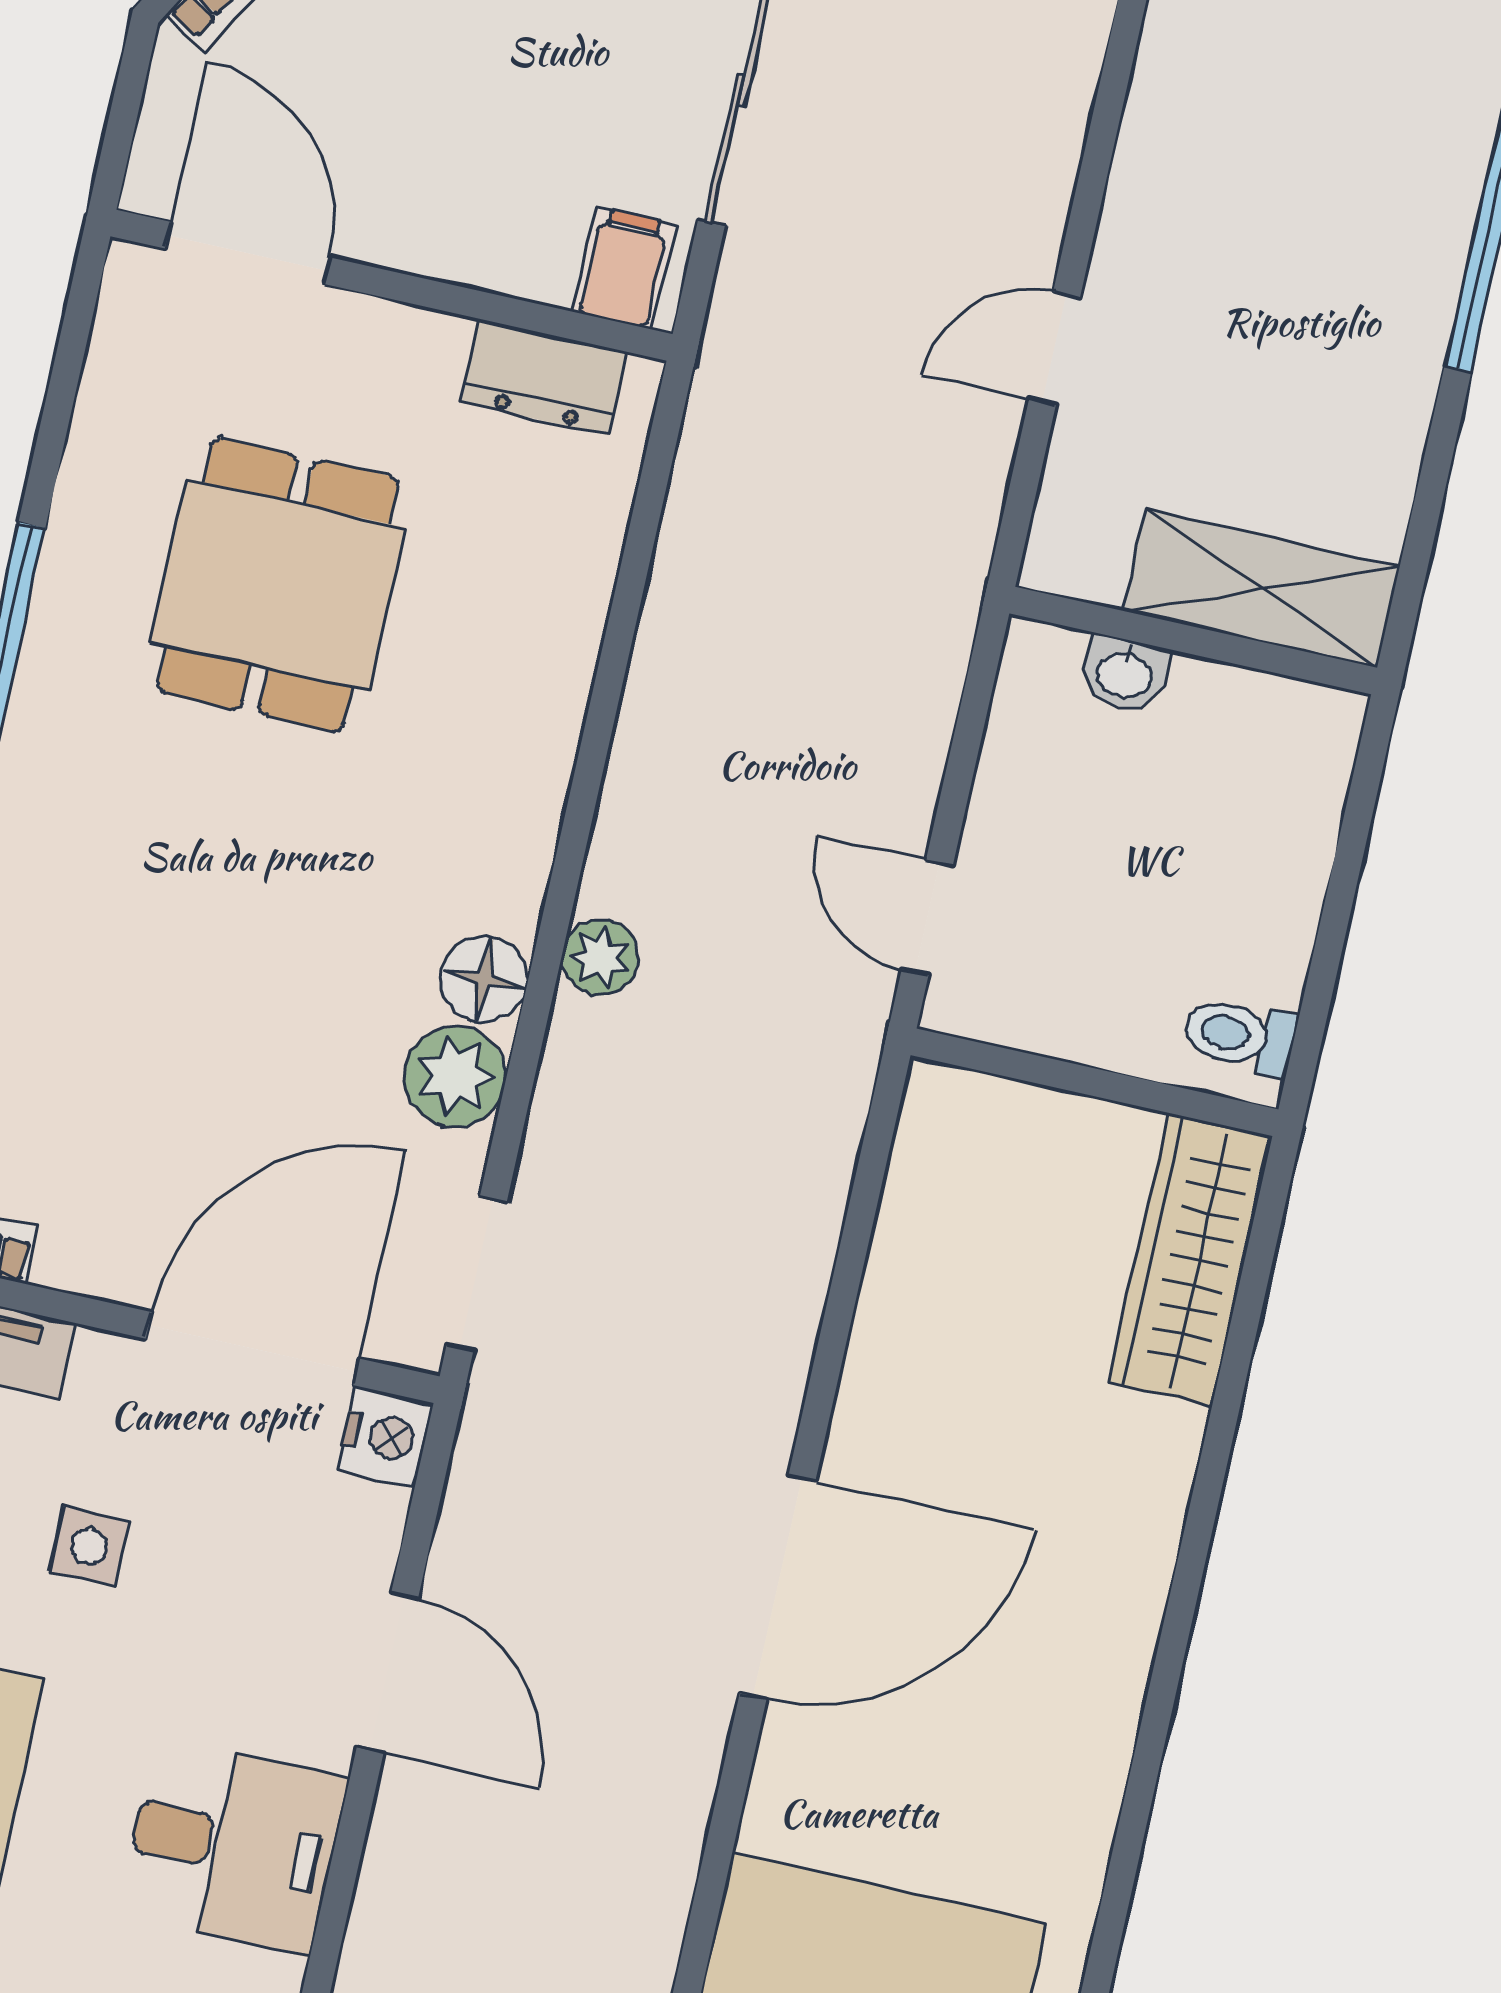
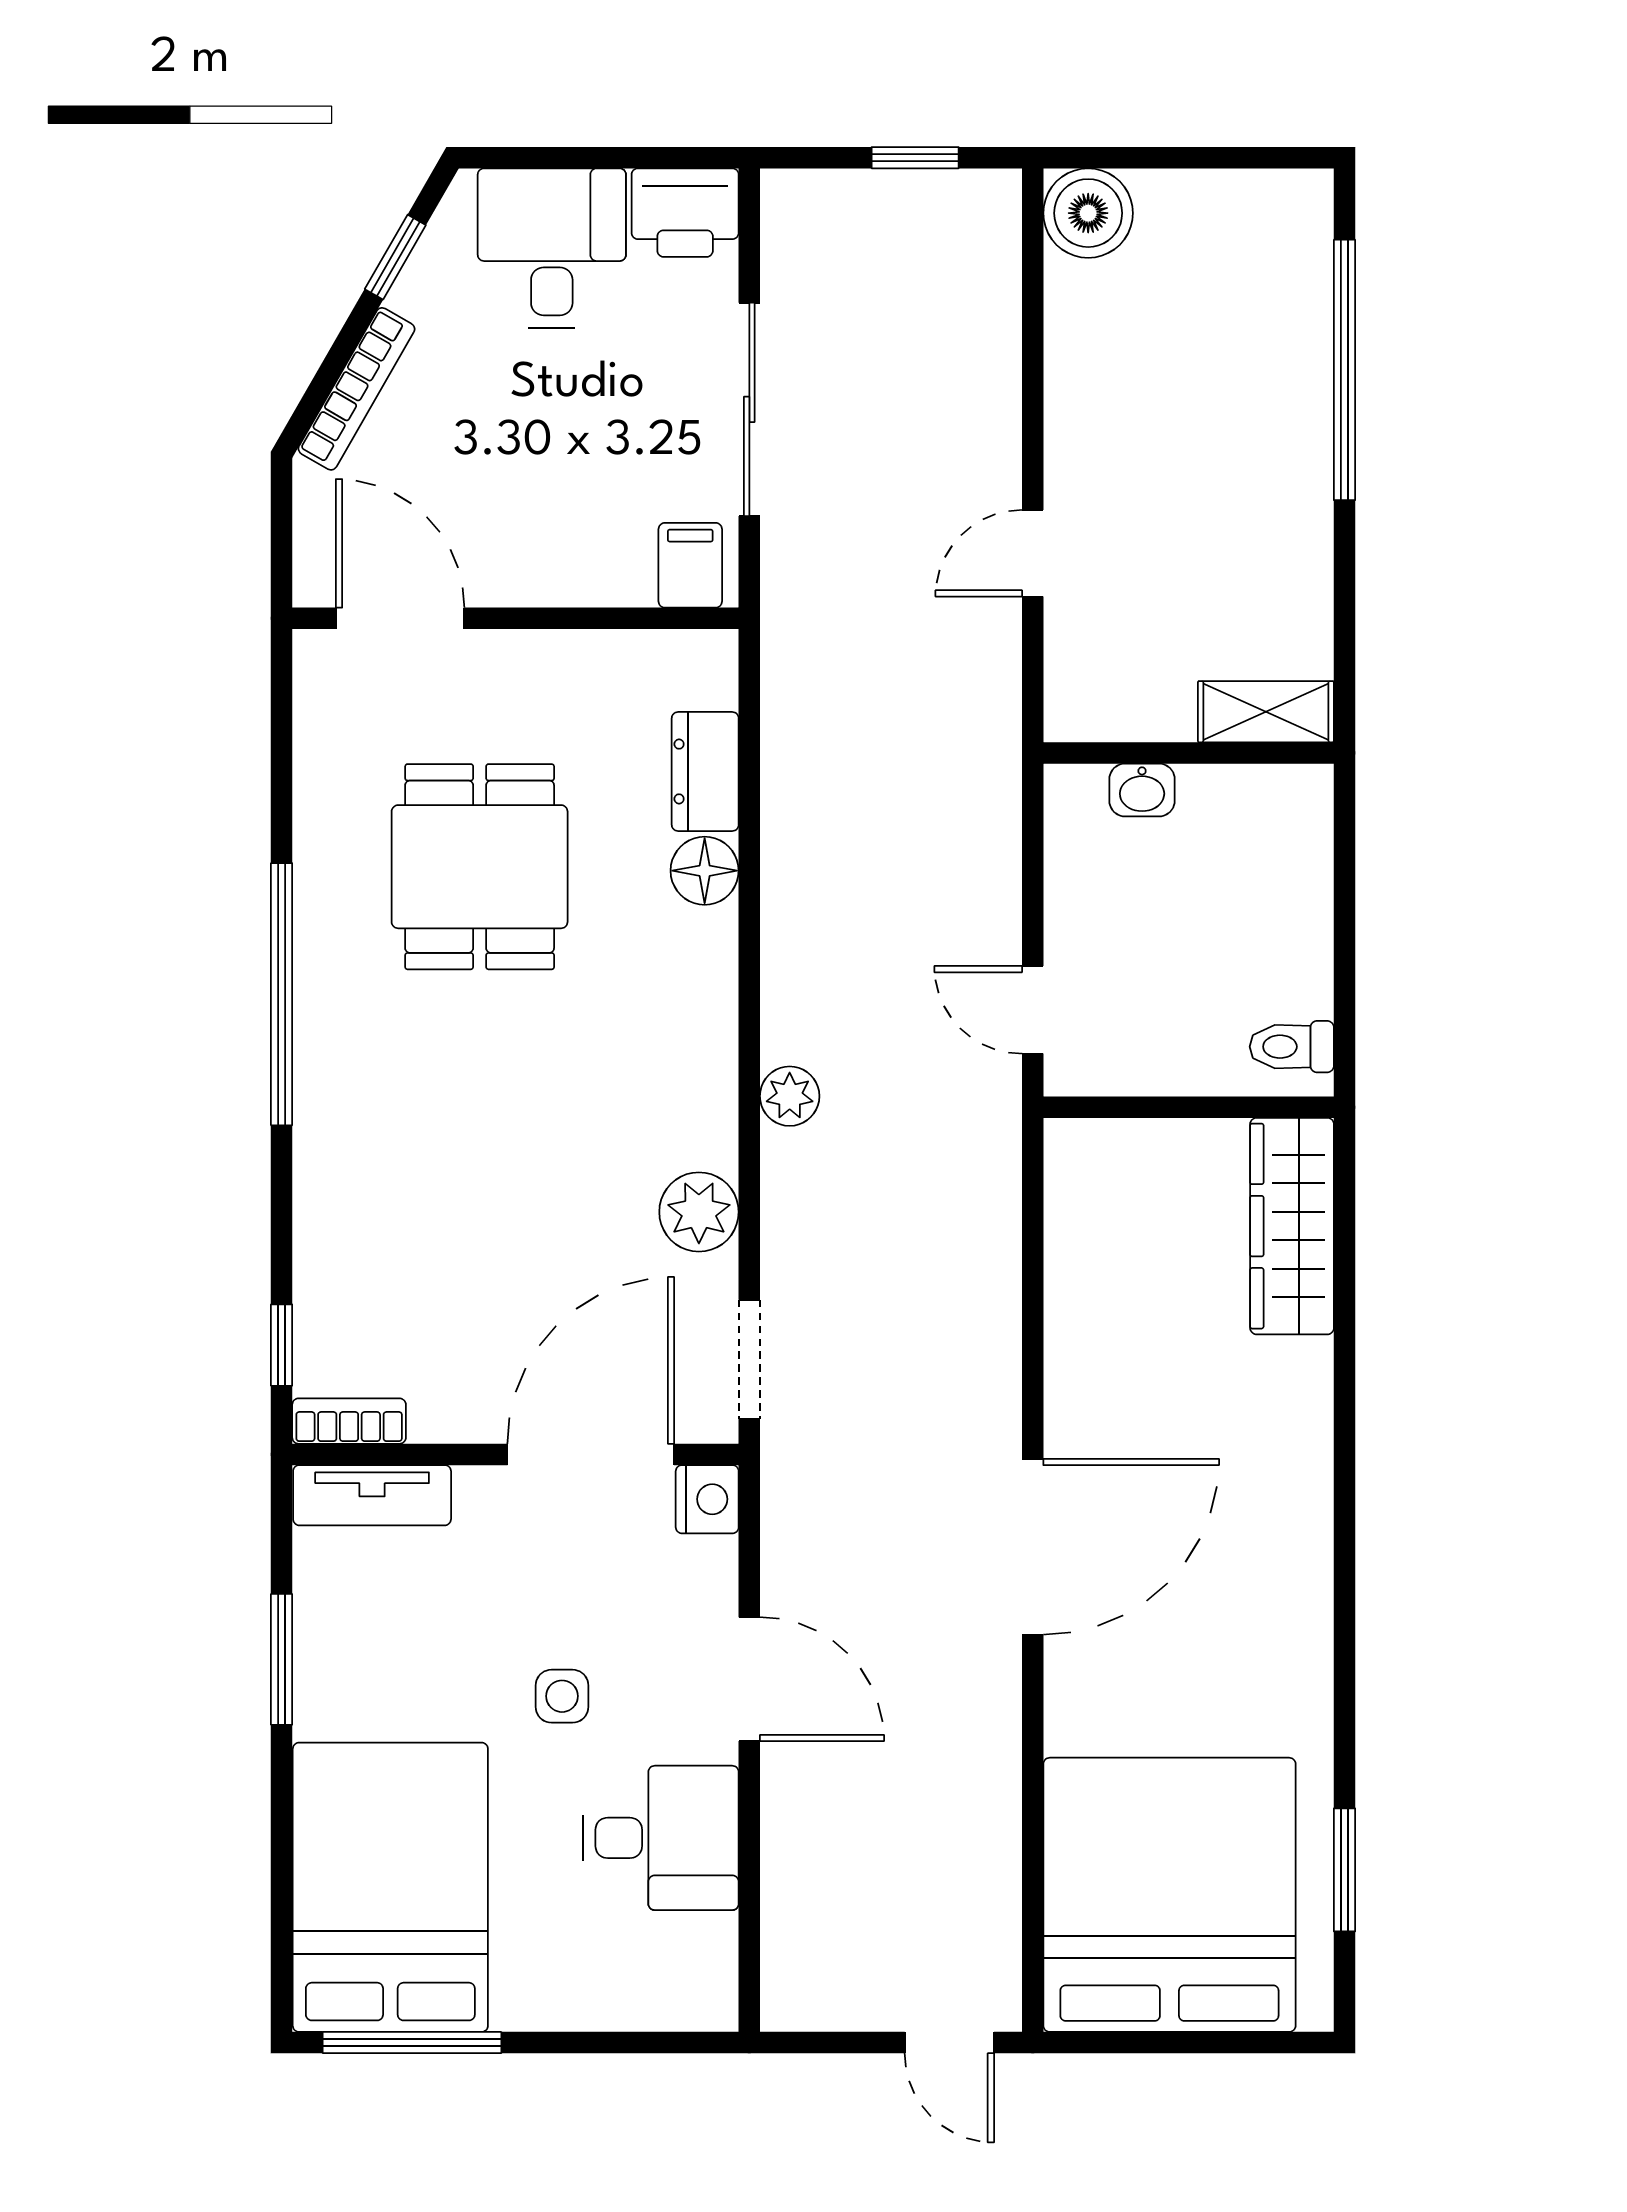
dresser: (544, 377) -> (705, 772), moved, turned 90
shelving: (1261, 589) -> (1266, 712), width x0.67, depth x0.75
floor lamp: (484, 979) -> (705, 871), moved
side table: (89, 1546) -> (562, 1696), moved

